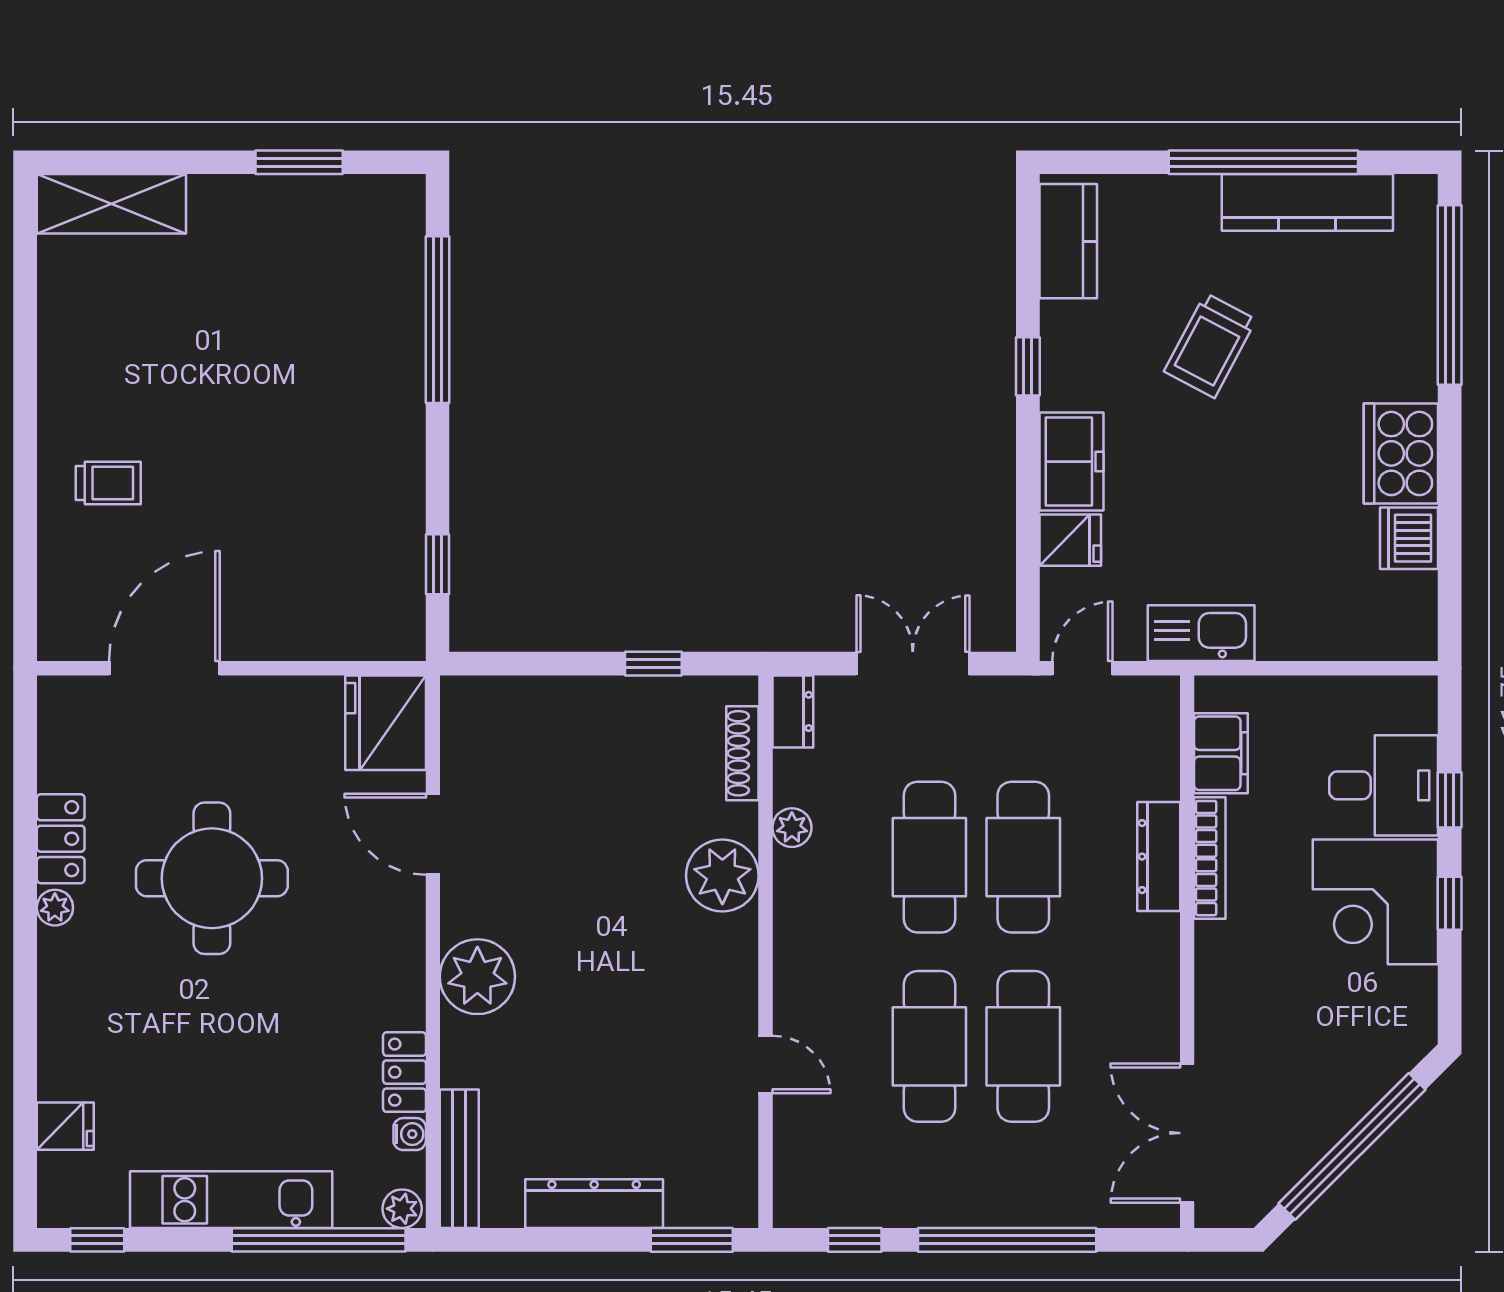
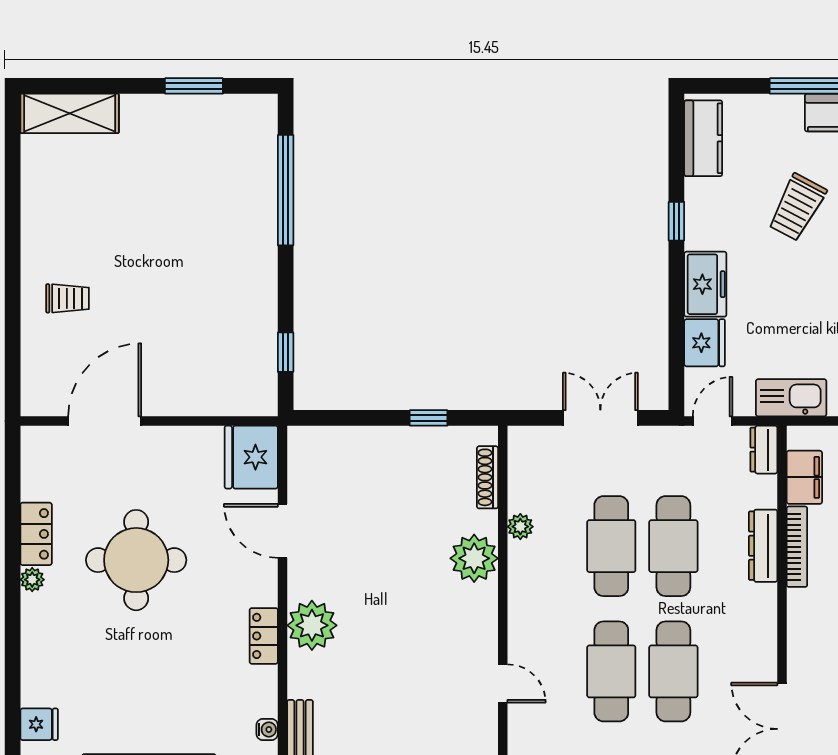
fridge: (1070, 540) -> (705, 343), width x1.38
dresser: (793, 711) -> (764, 450), moved, turned 180
locker: (405, 1072) -> (264, 636), moved

